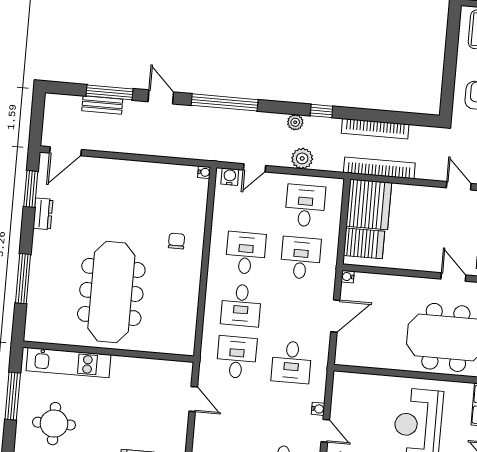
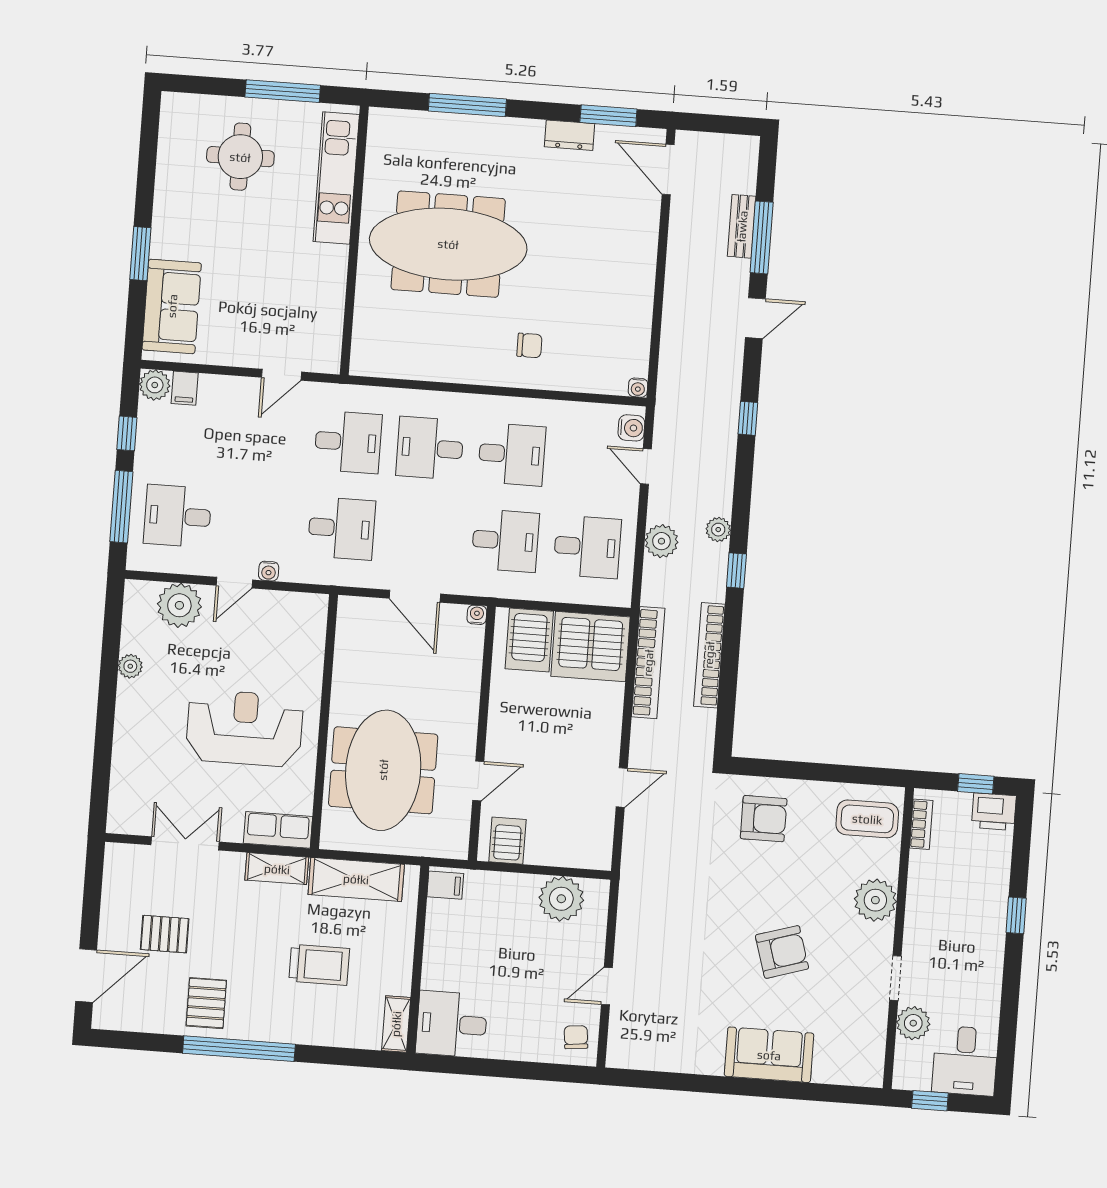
window: (225, 102) -> (748, 418), width x0.32
desk: (292, 362) -> (341, 528), turned 180

